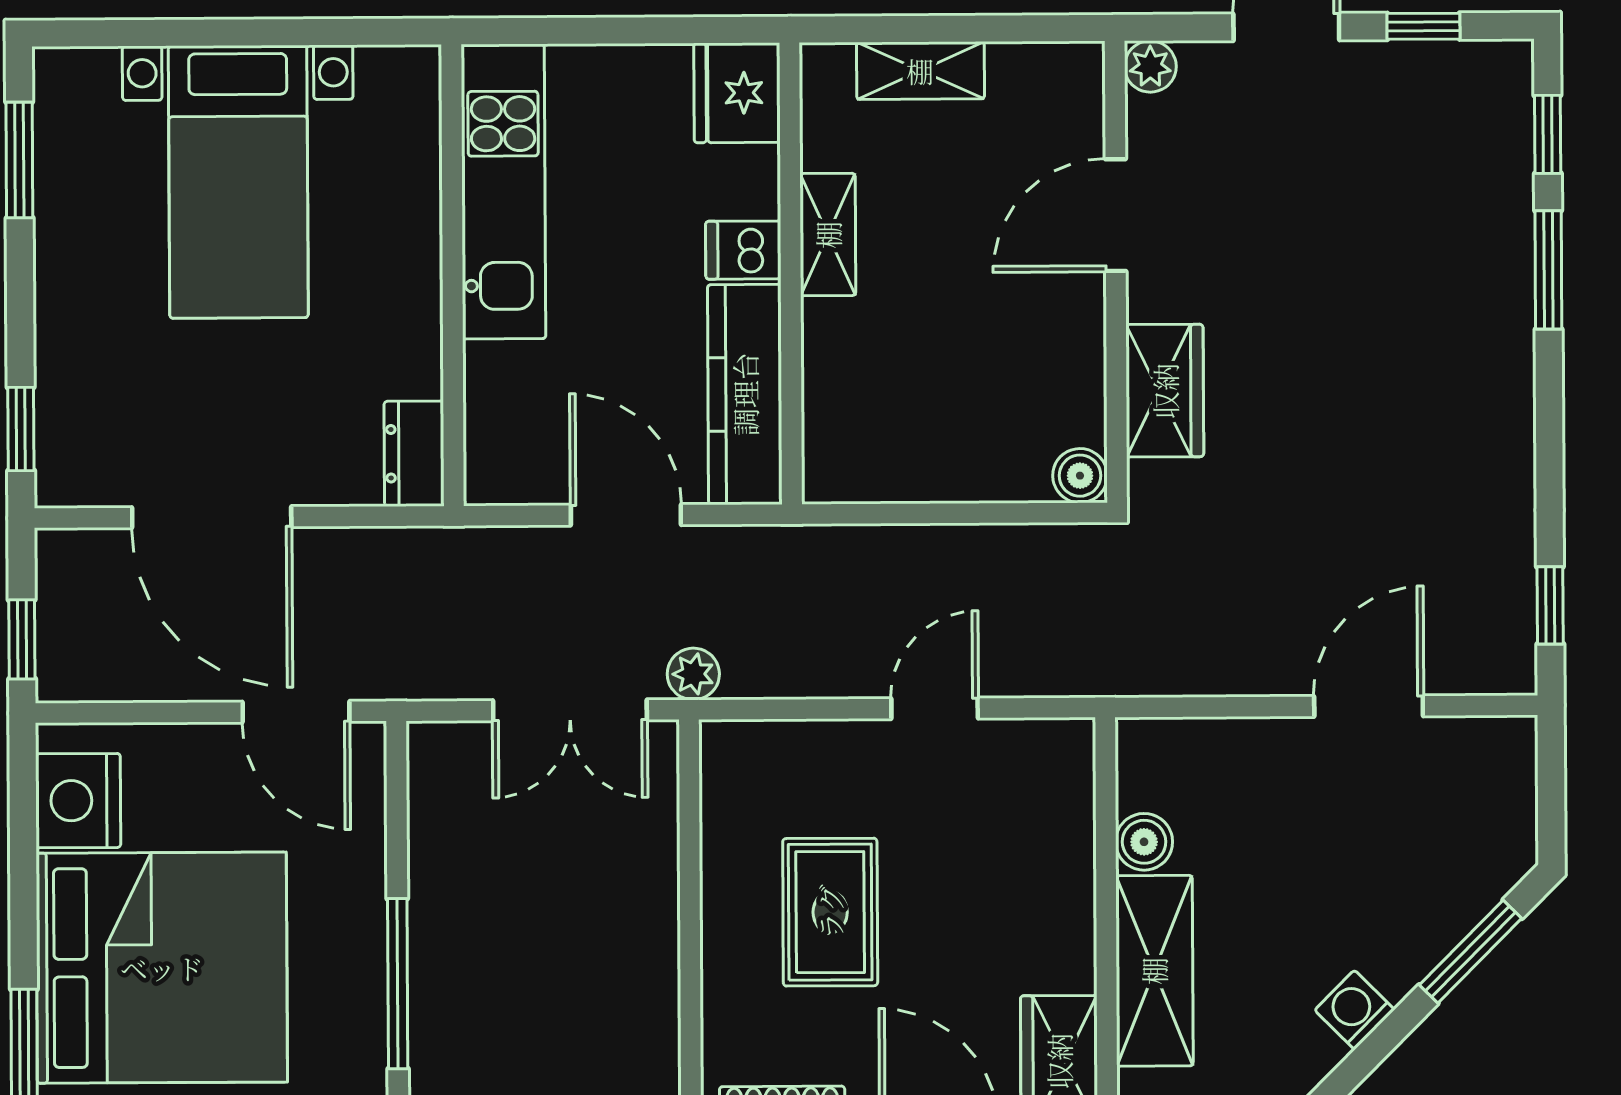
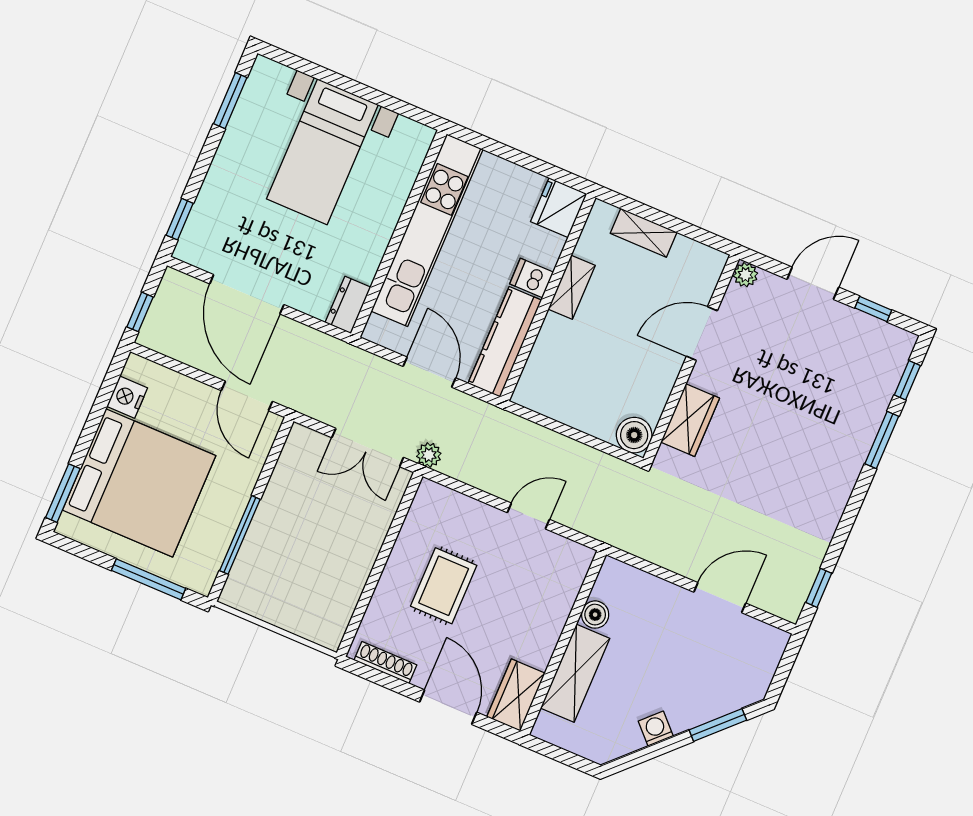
kitchen unit: (503, 191) -> (427, 230), width x1.36
boiler: (1080, 476) -> (634, 435), width x1.36, depth x1.36
nightstand: (78, 801) -> (127, 397), width x0.74, depth x0.75

